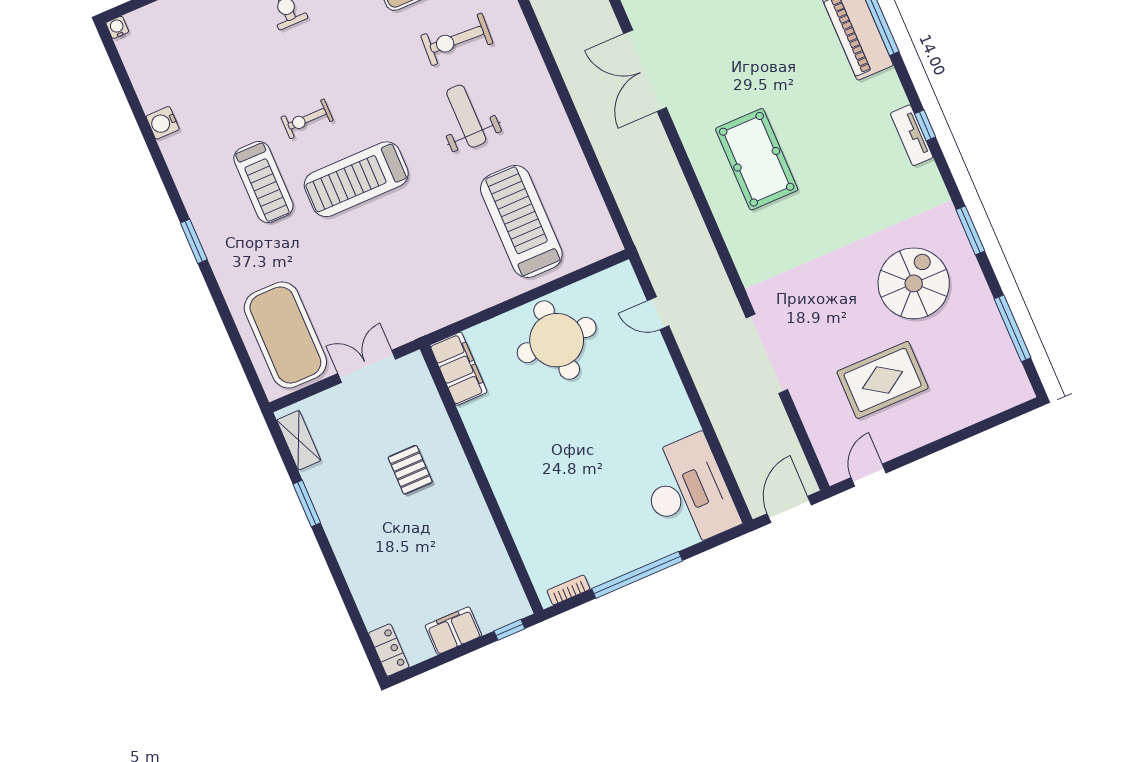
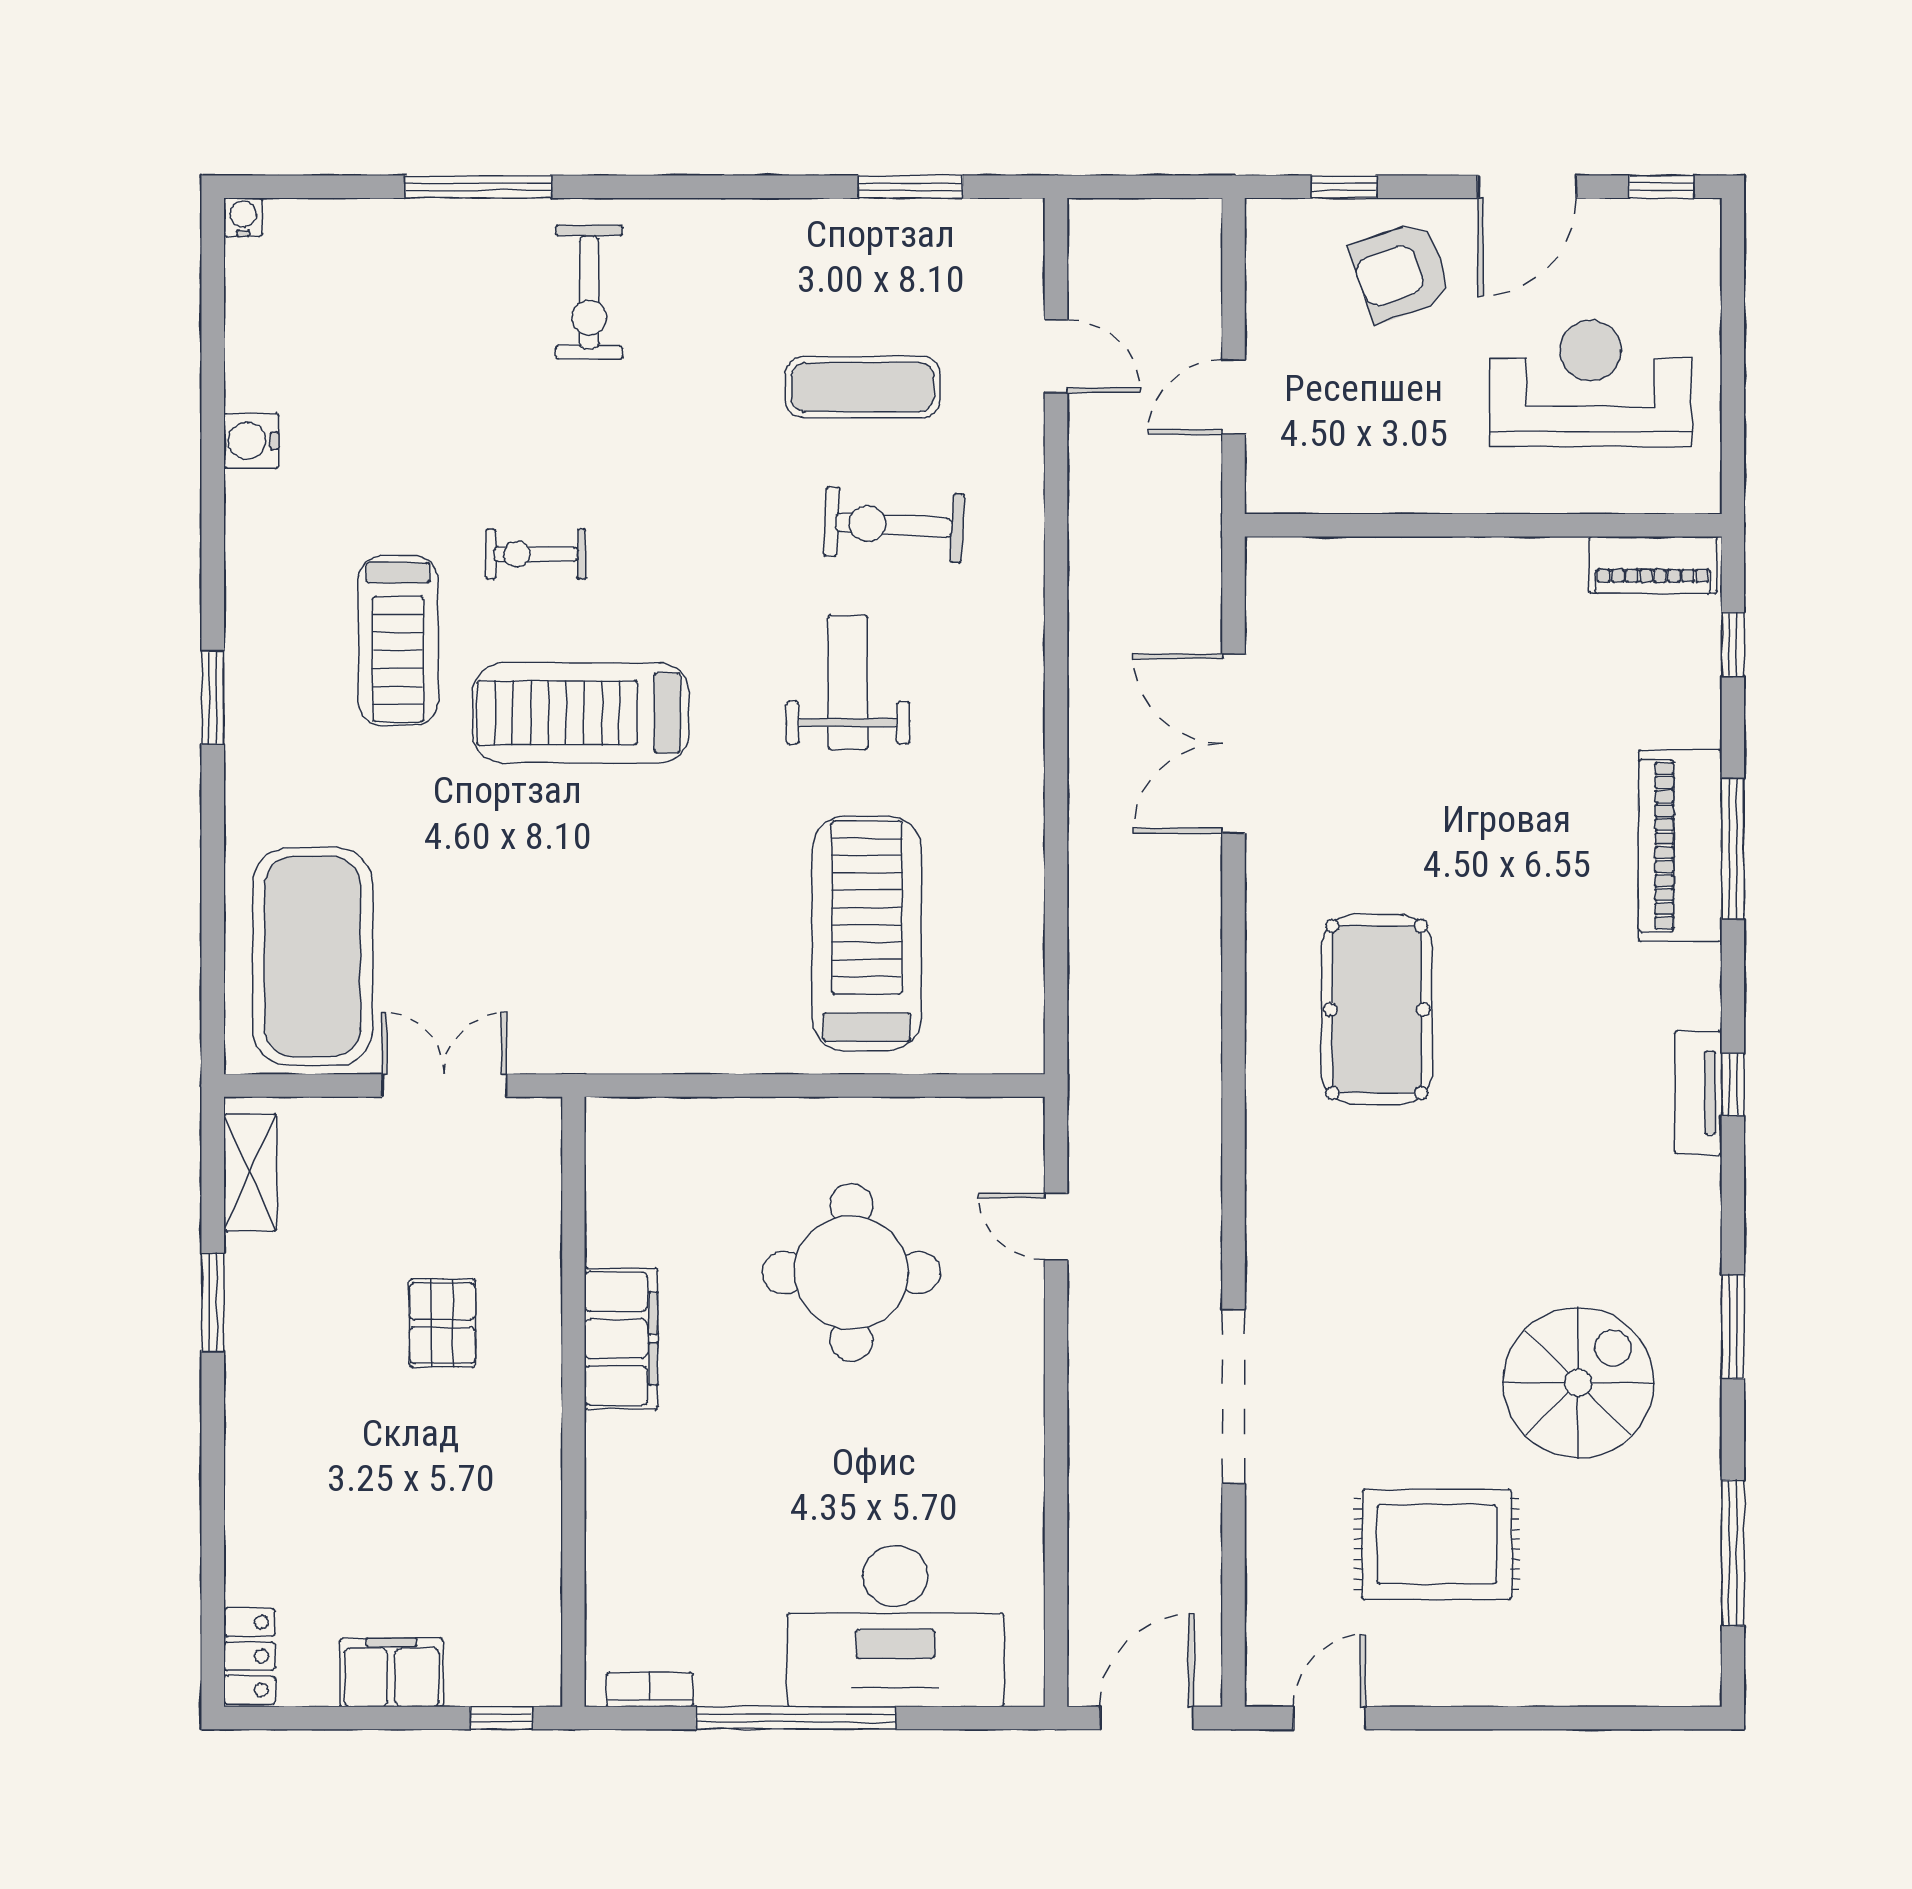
round table: (557, 340) -> (851, 1273), moved
filing cabinet: (459, 369) -> (621, 1339), moved
desk: (688, 492) -> (895, 1626), moved, turned 90

